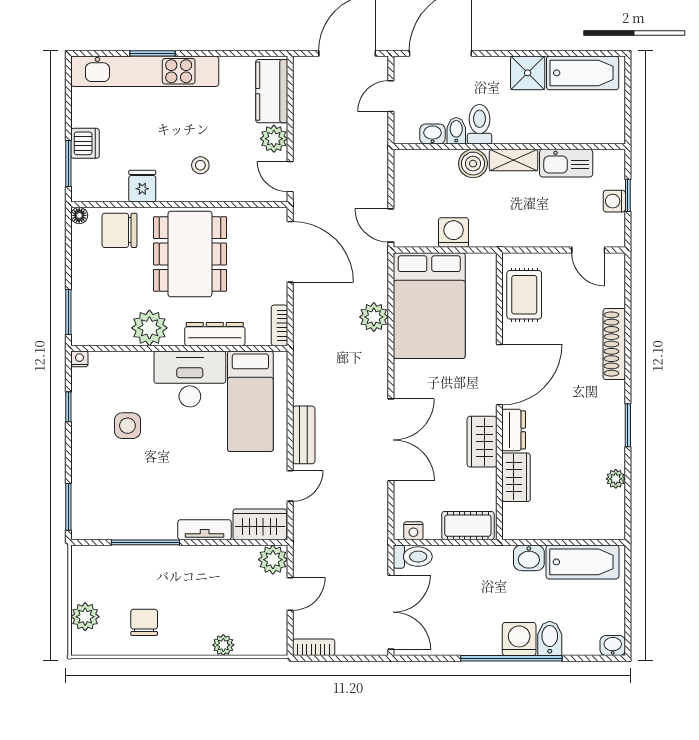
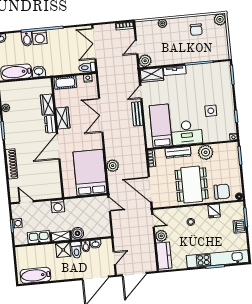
shower: (528, 73) -> (63, 250), moved
washing machine: (454, 233) -> (58, 206), moved
rug: (524, 295) -> (51, 181), removed
plant: (85, 617) -> (220, 19), moved

